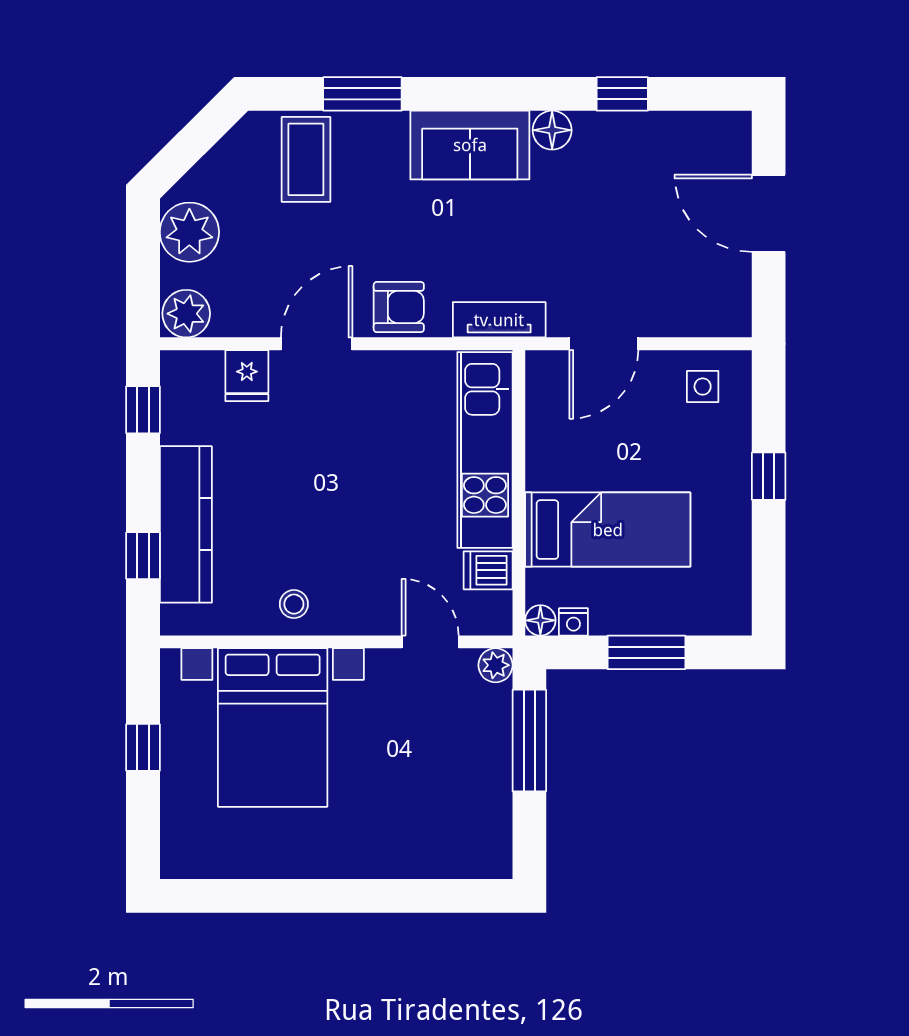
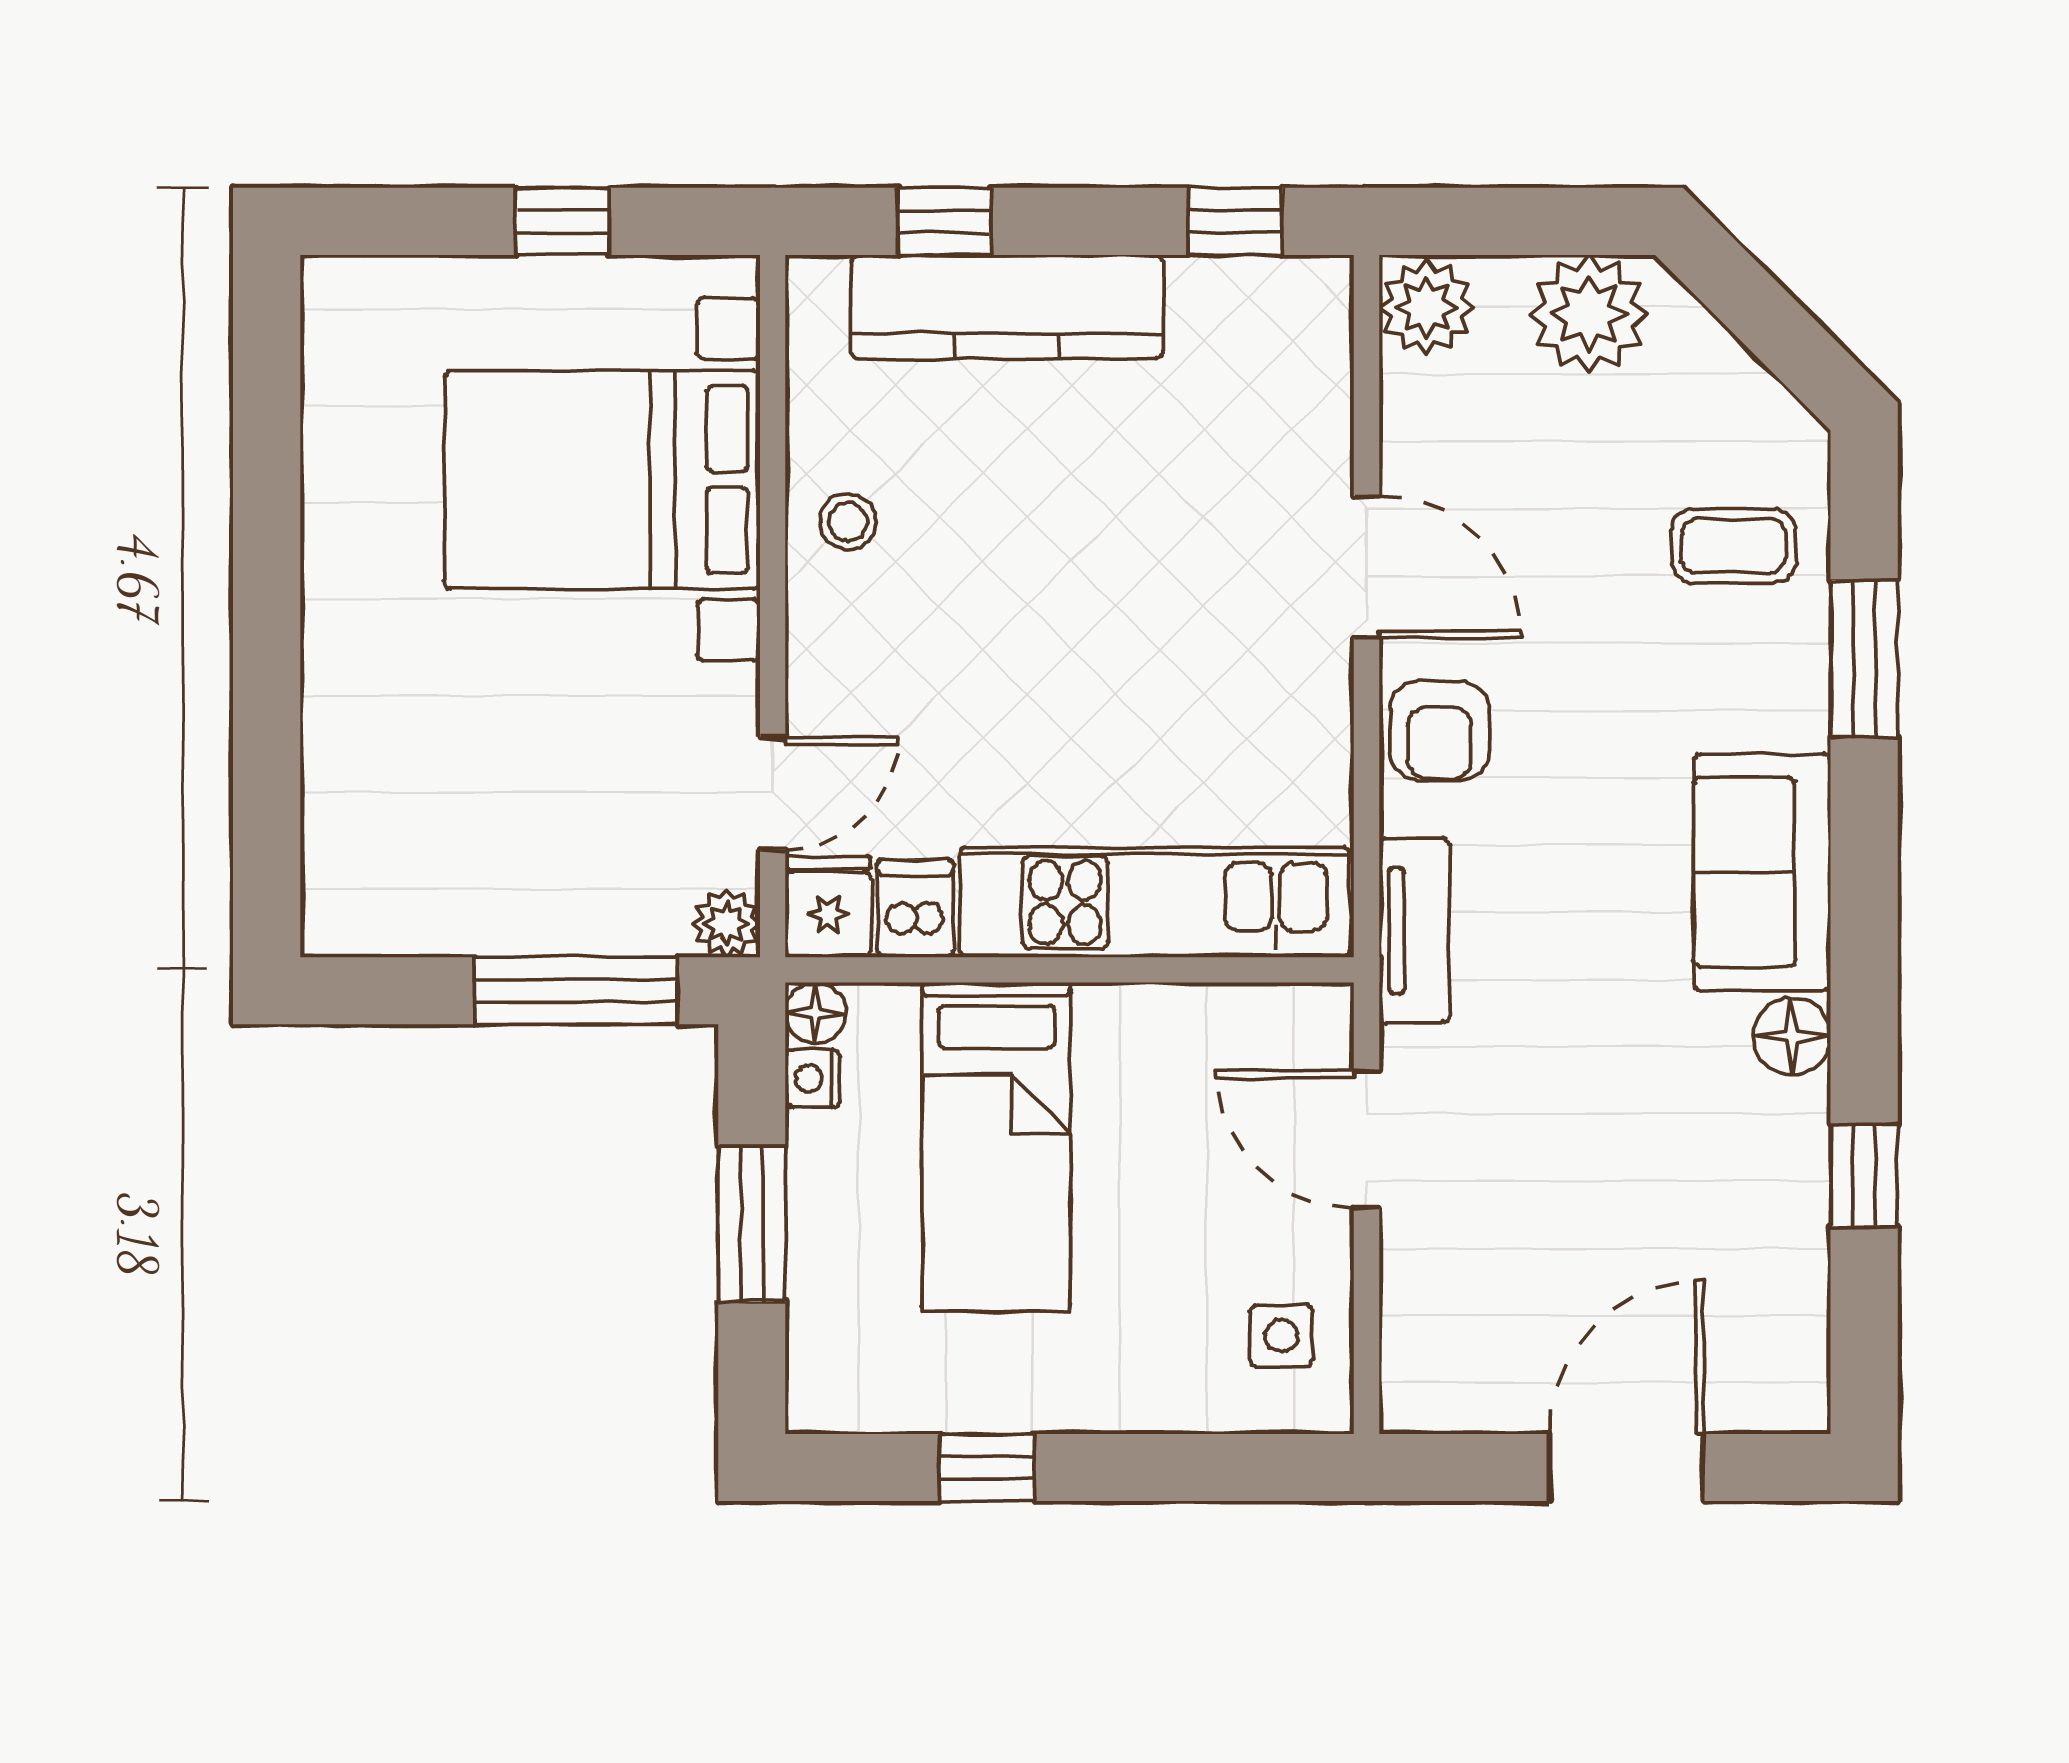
coffee table: (306, 159) -> (1734, 546), width x0.73, depth x0.77
fridge: (247, 376) -> (828, 906), moved, turned 90
window: (769, 476) -> (987, 1468), moved

